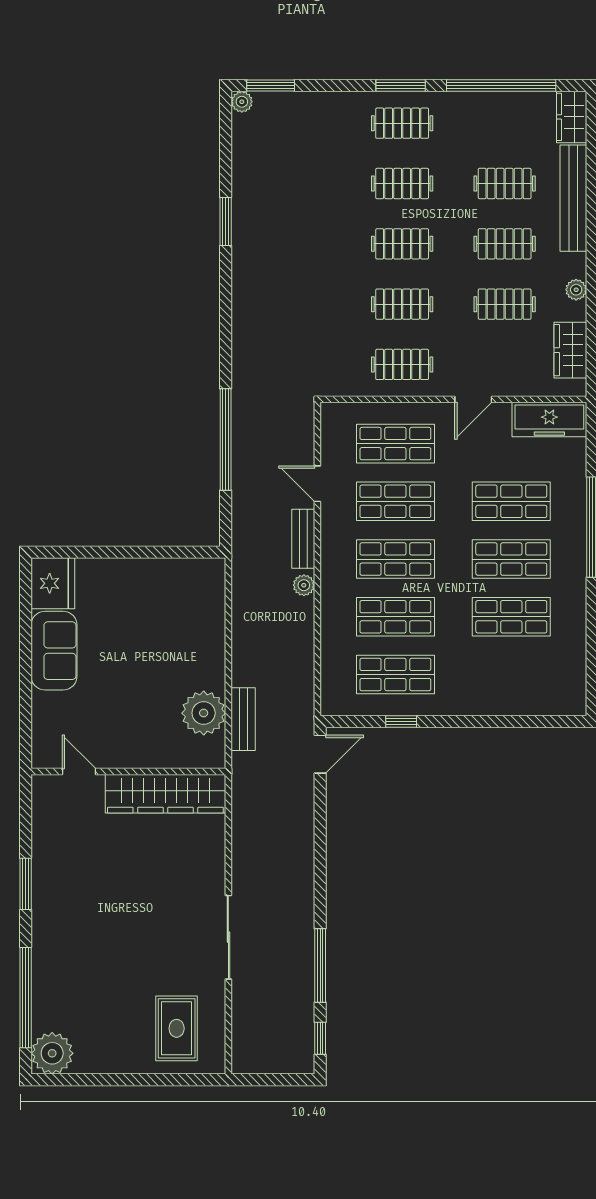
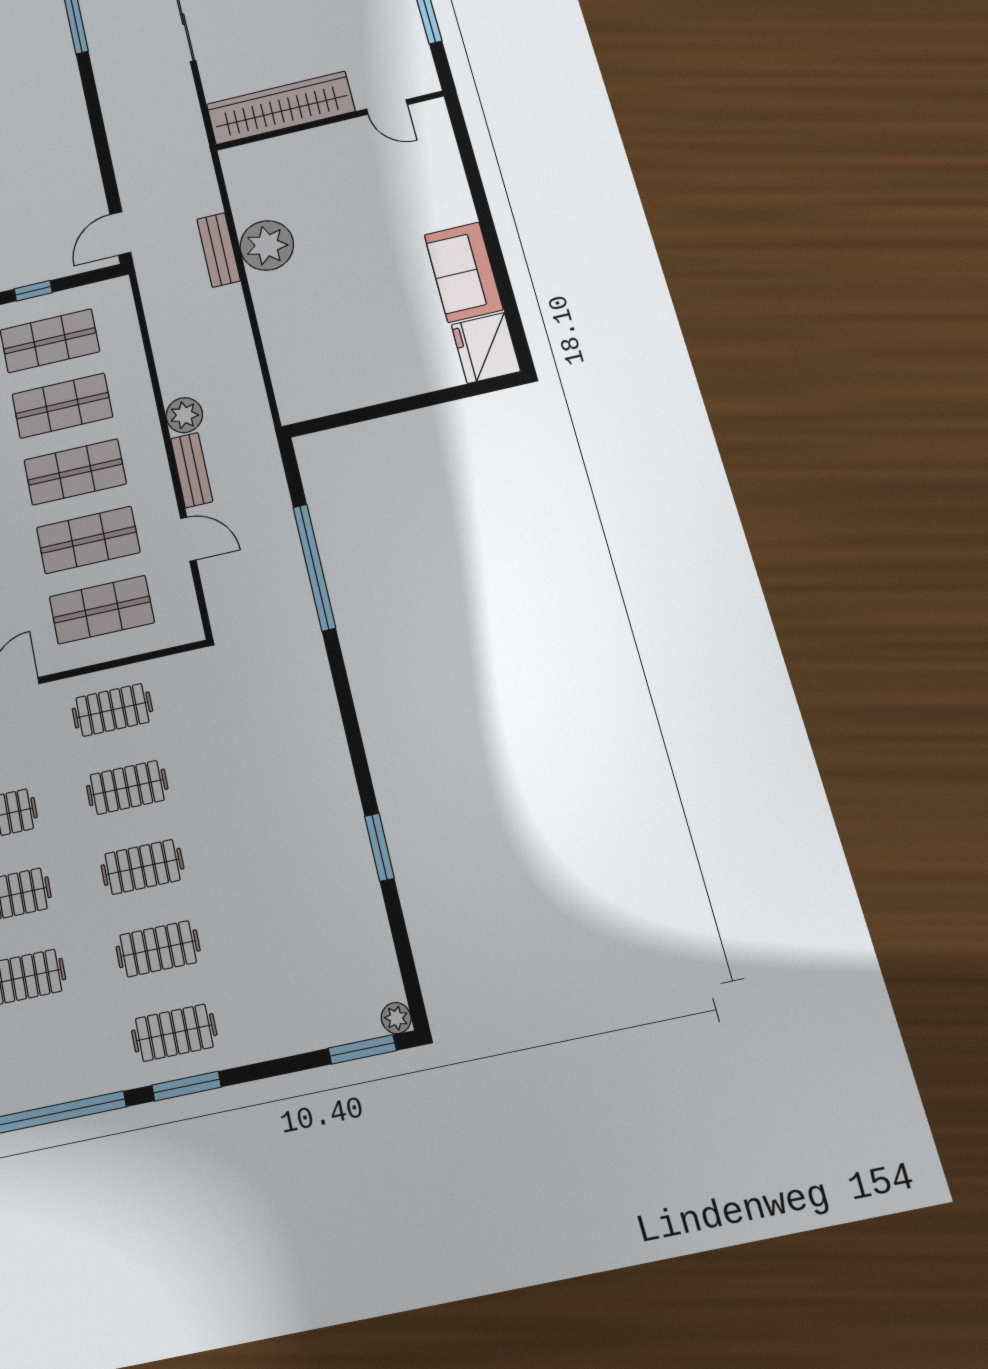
plant: (304, 585) -> (184, 415), width x1.38, depth x1.38
door: (79, 771) -> (387, 107), moved
wall: (128, 771) -> (329, 121), moved
wardrobe: (165, 794) -> (281, 108), moved

